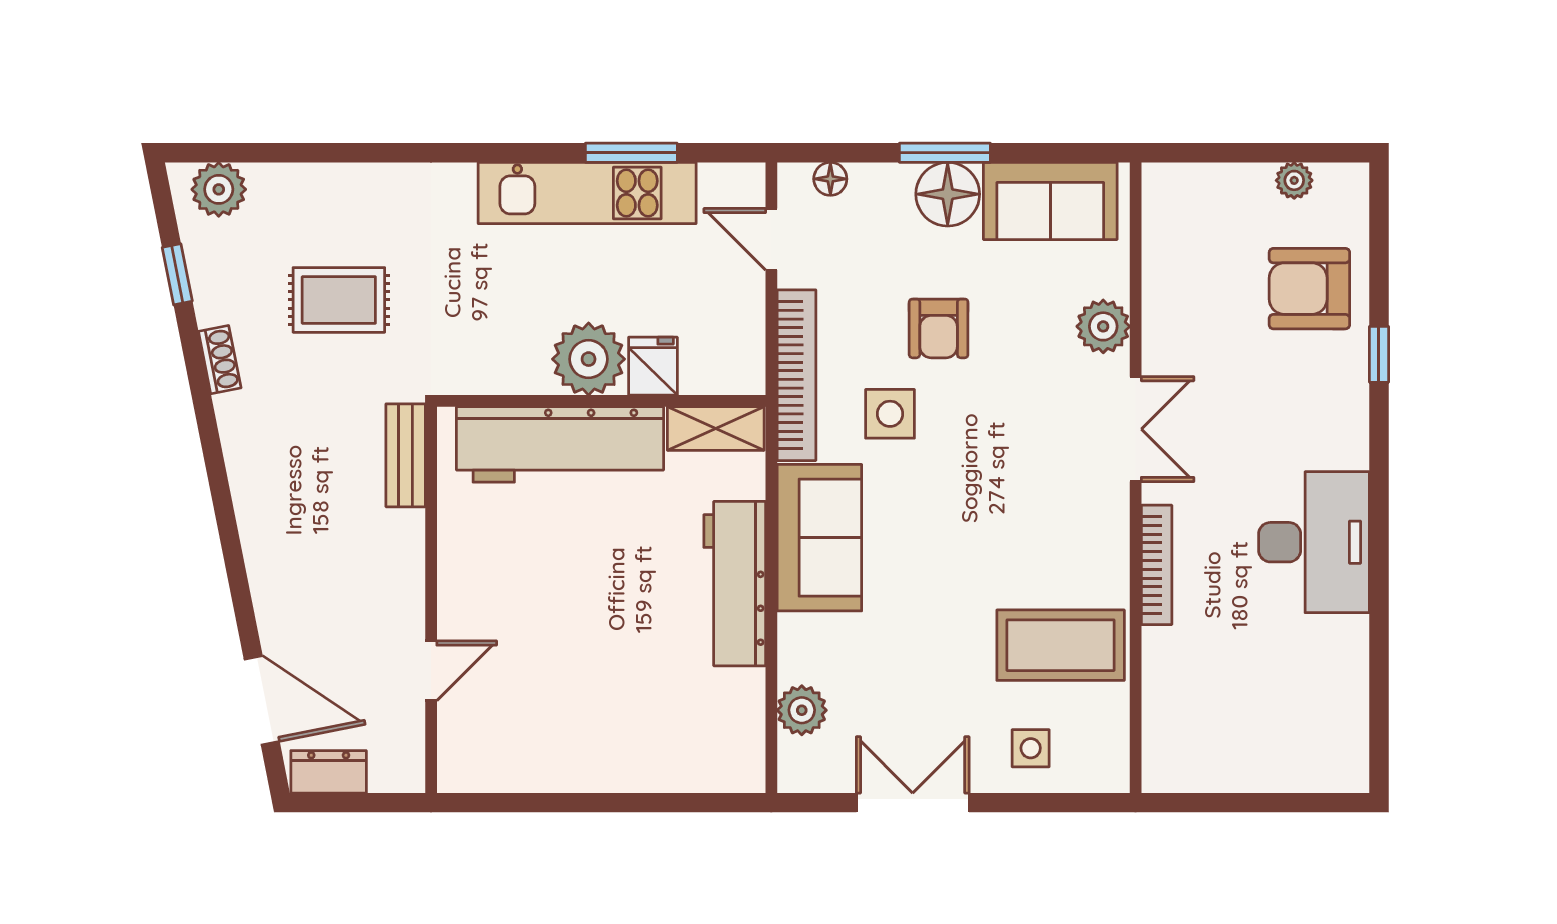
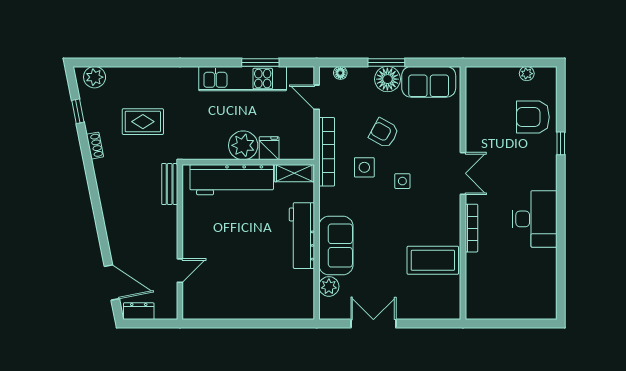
plant: (1103, 326) -> (450, 132), removed
armchair: (939, 328) -> (384, 133), turned 119
sofa: (819, 538) -> (336, 246), moved
side table: (1031, 748) -> (402, 181), moved

